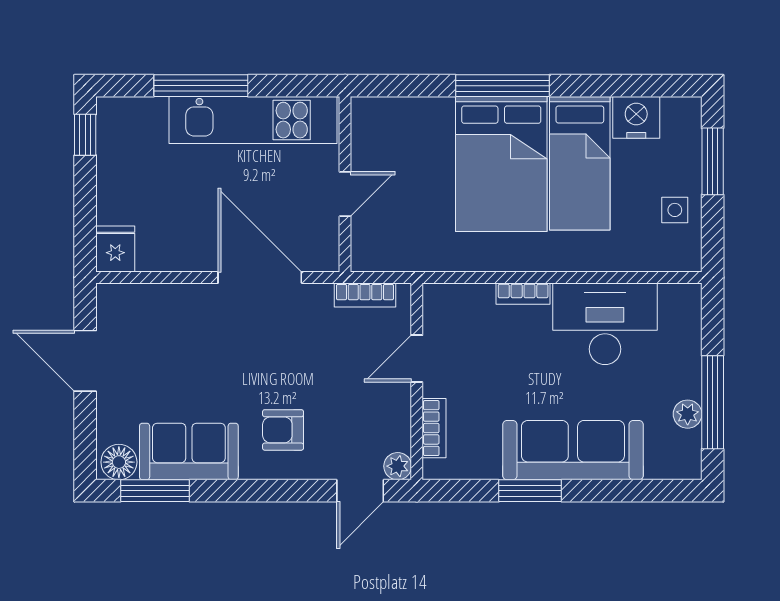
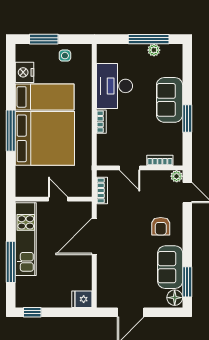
bed: (501, 164) -> (45, 138), width x1.36
sofa: (573, 450) -> (170, 100), width x0.73

